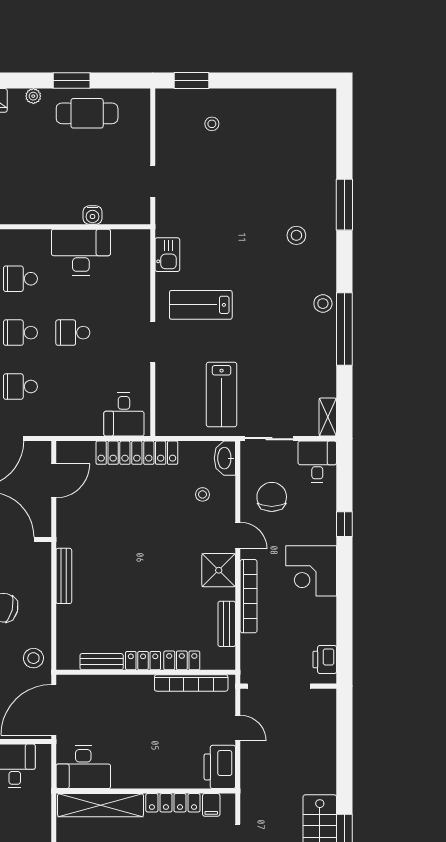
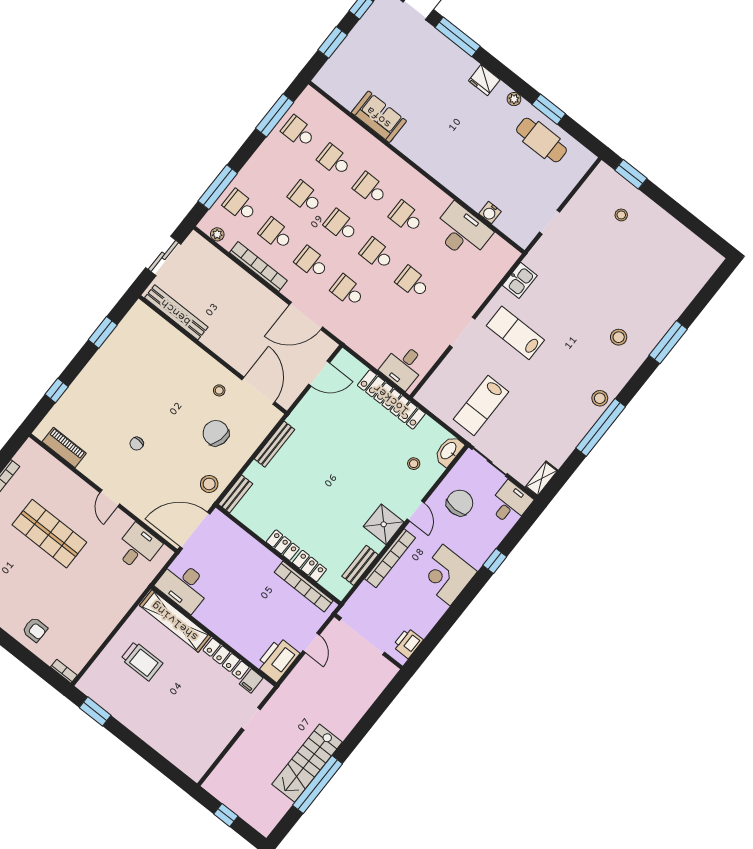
bench: (102, 662) -> (236, 494), moved, turned 90

